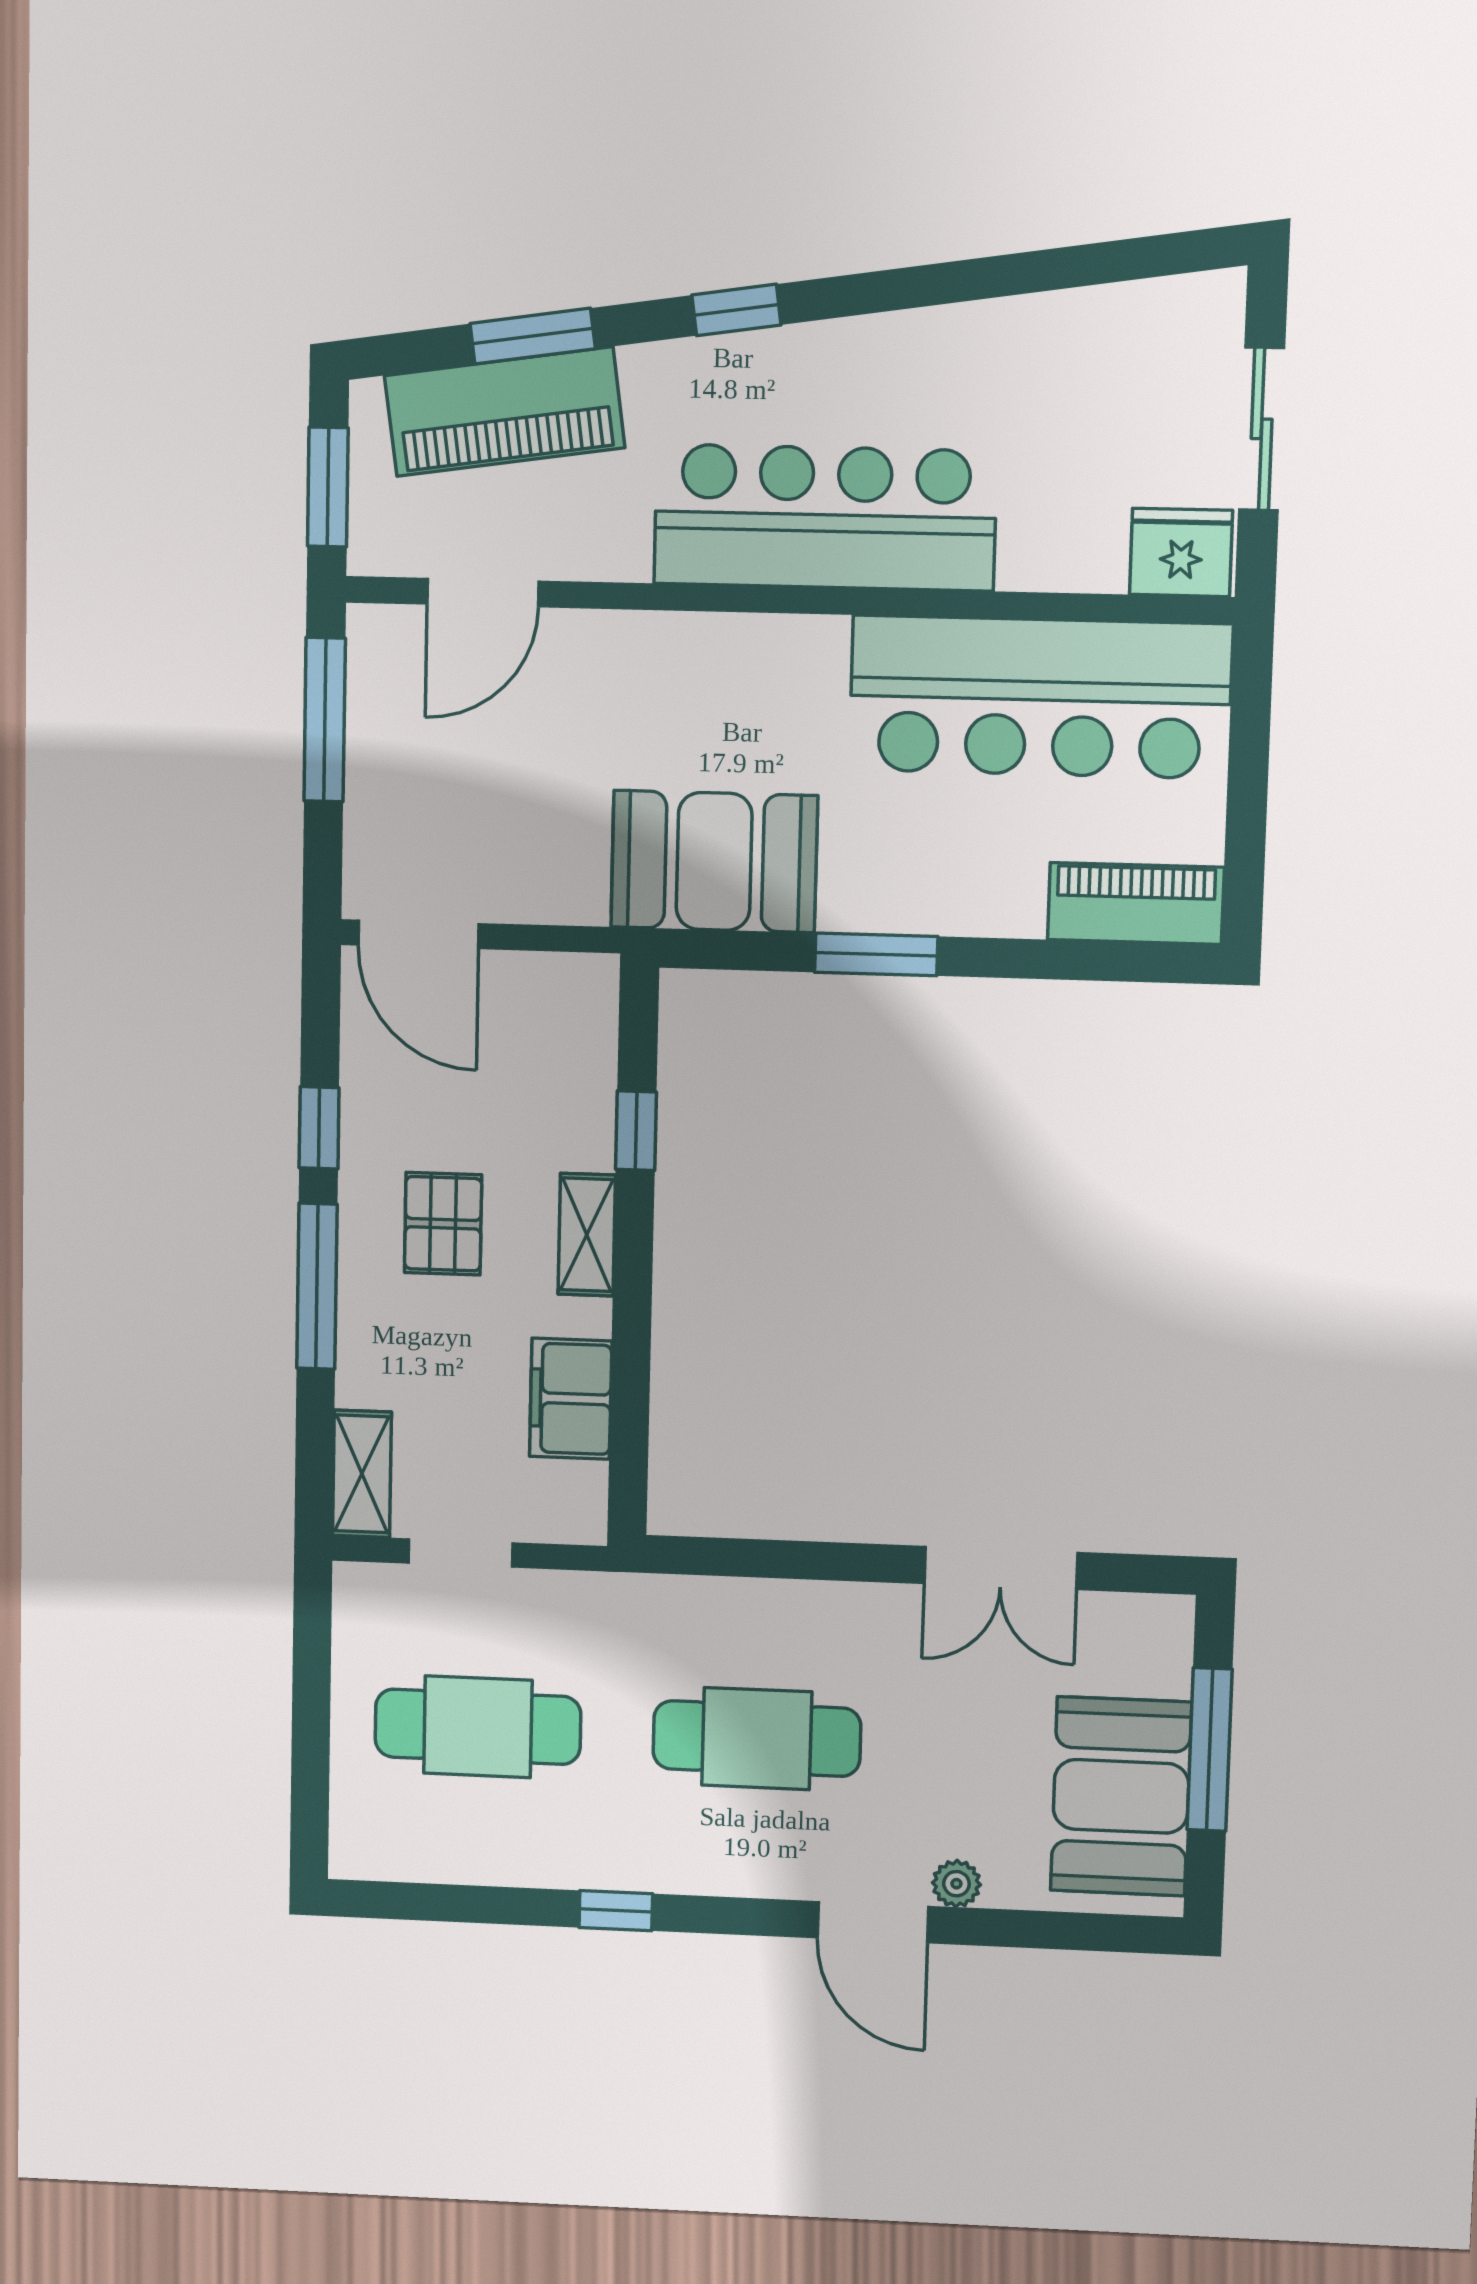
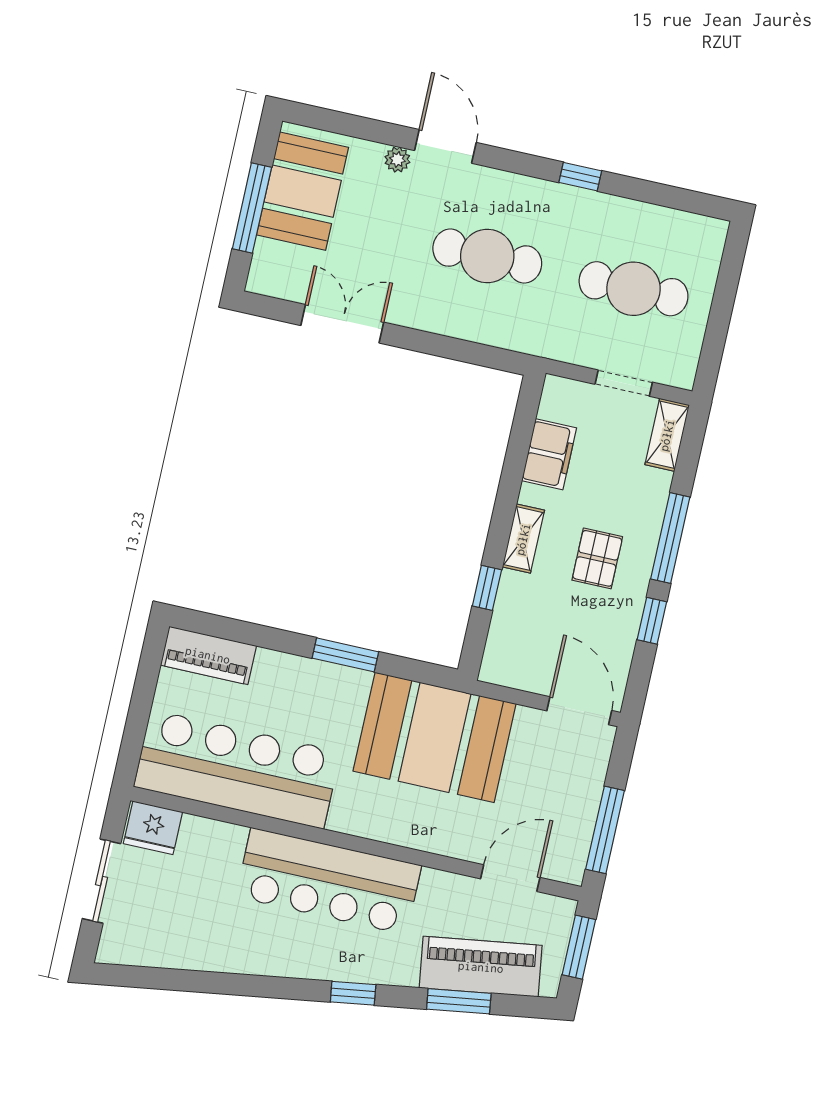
booth: (714, 861) -> (435, 737), width x1.36, depth x1.42

